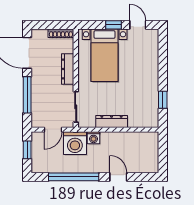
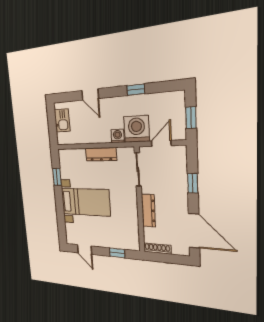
window: (114, 25) -> (117, 253), moved
bed with nightstands: (105, 55) -> (85, 202), moved, turned 90
window: (27, 95) -> (193, 183), width x0.46
kitchen sink: (151, 155) -> (62, 120), added
window: (74, 177) -> (136, 90), width x0.32

